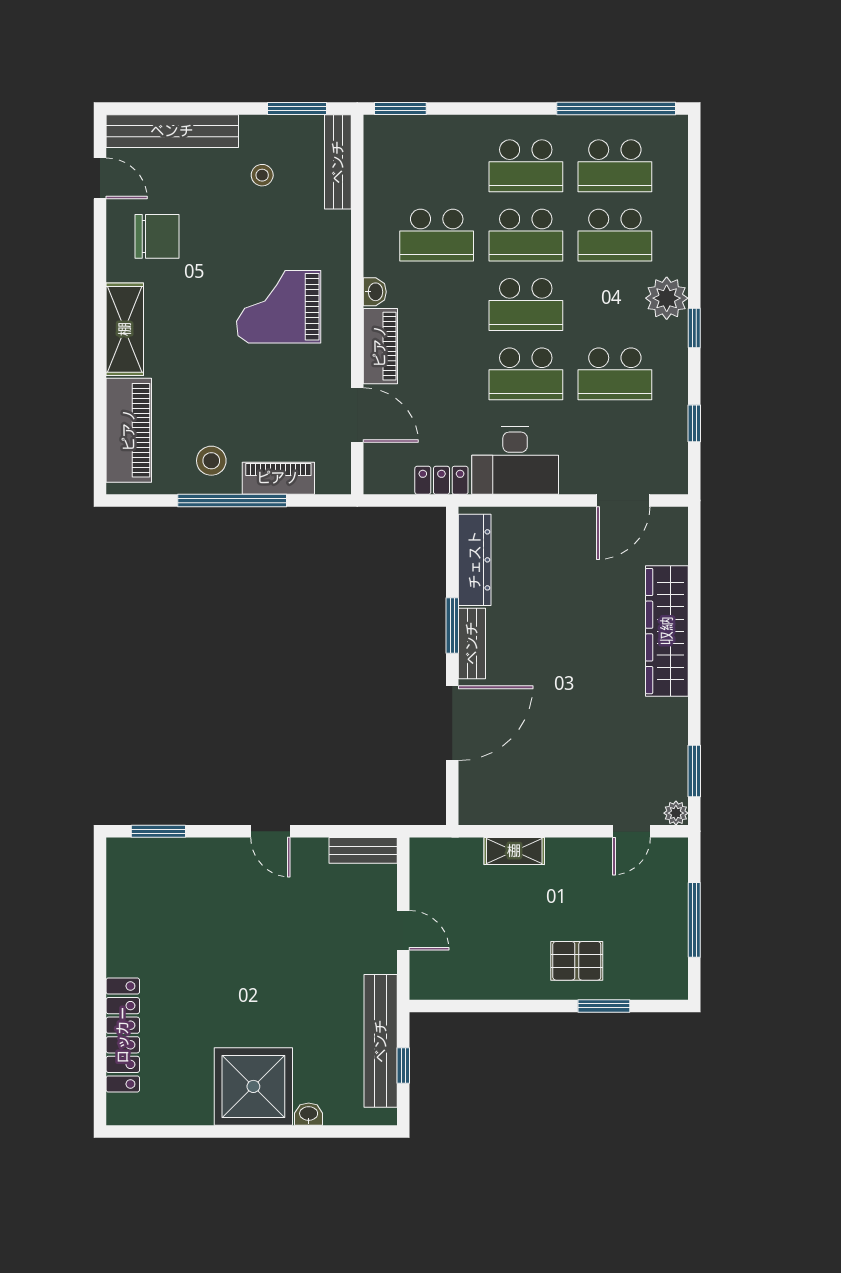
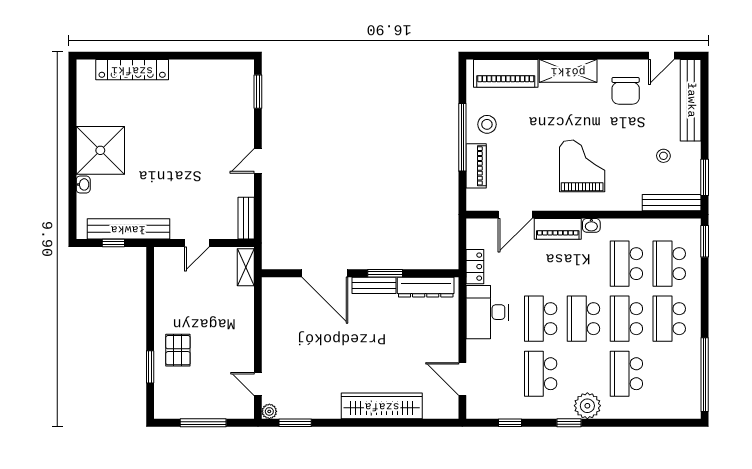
school desk: (615, 166) -> (669, 264), moved
shelving: (514, 851) -> (246, 267), moved

